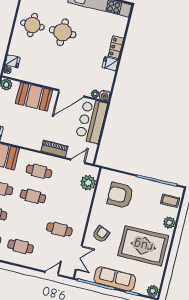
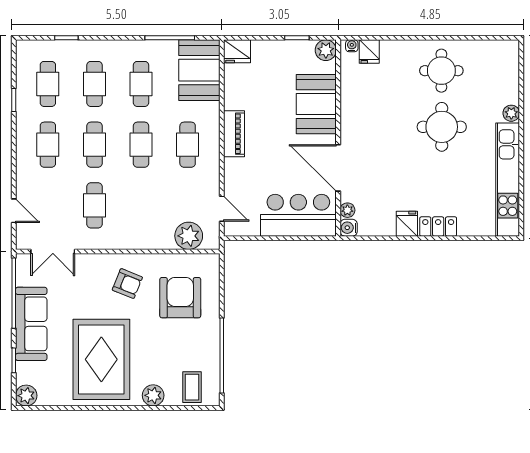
piano: (54, 149) -> (234, 134), moved
cafe table: (27, 221) -> (94, 145), added
armchair: (101, 234) -> (127, 284), moved

